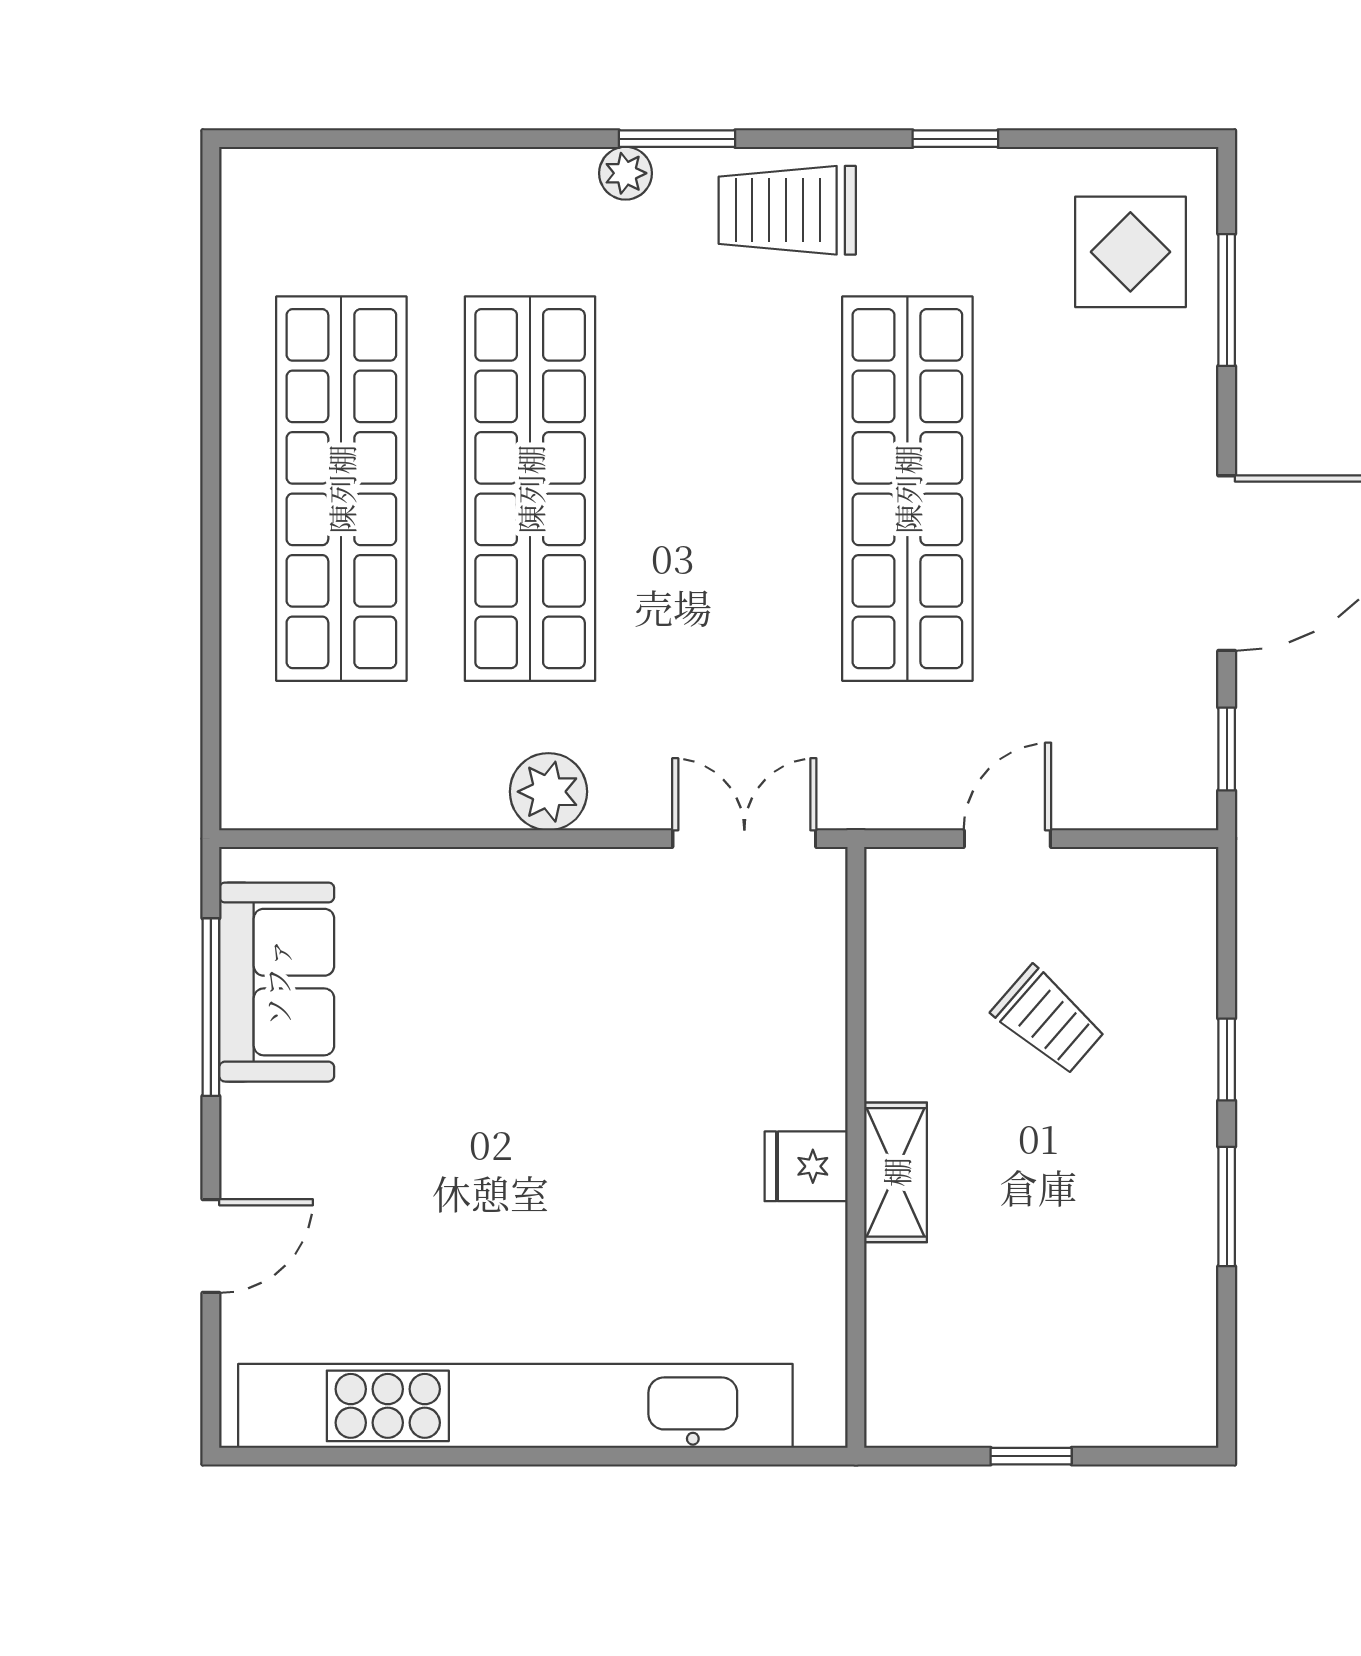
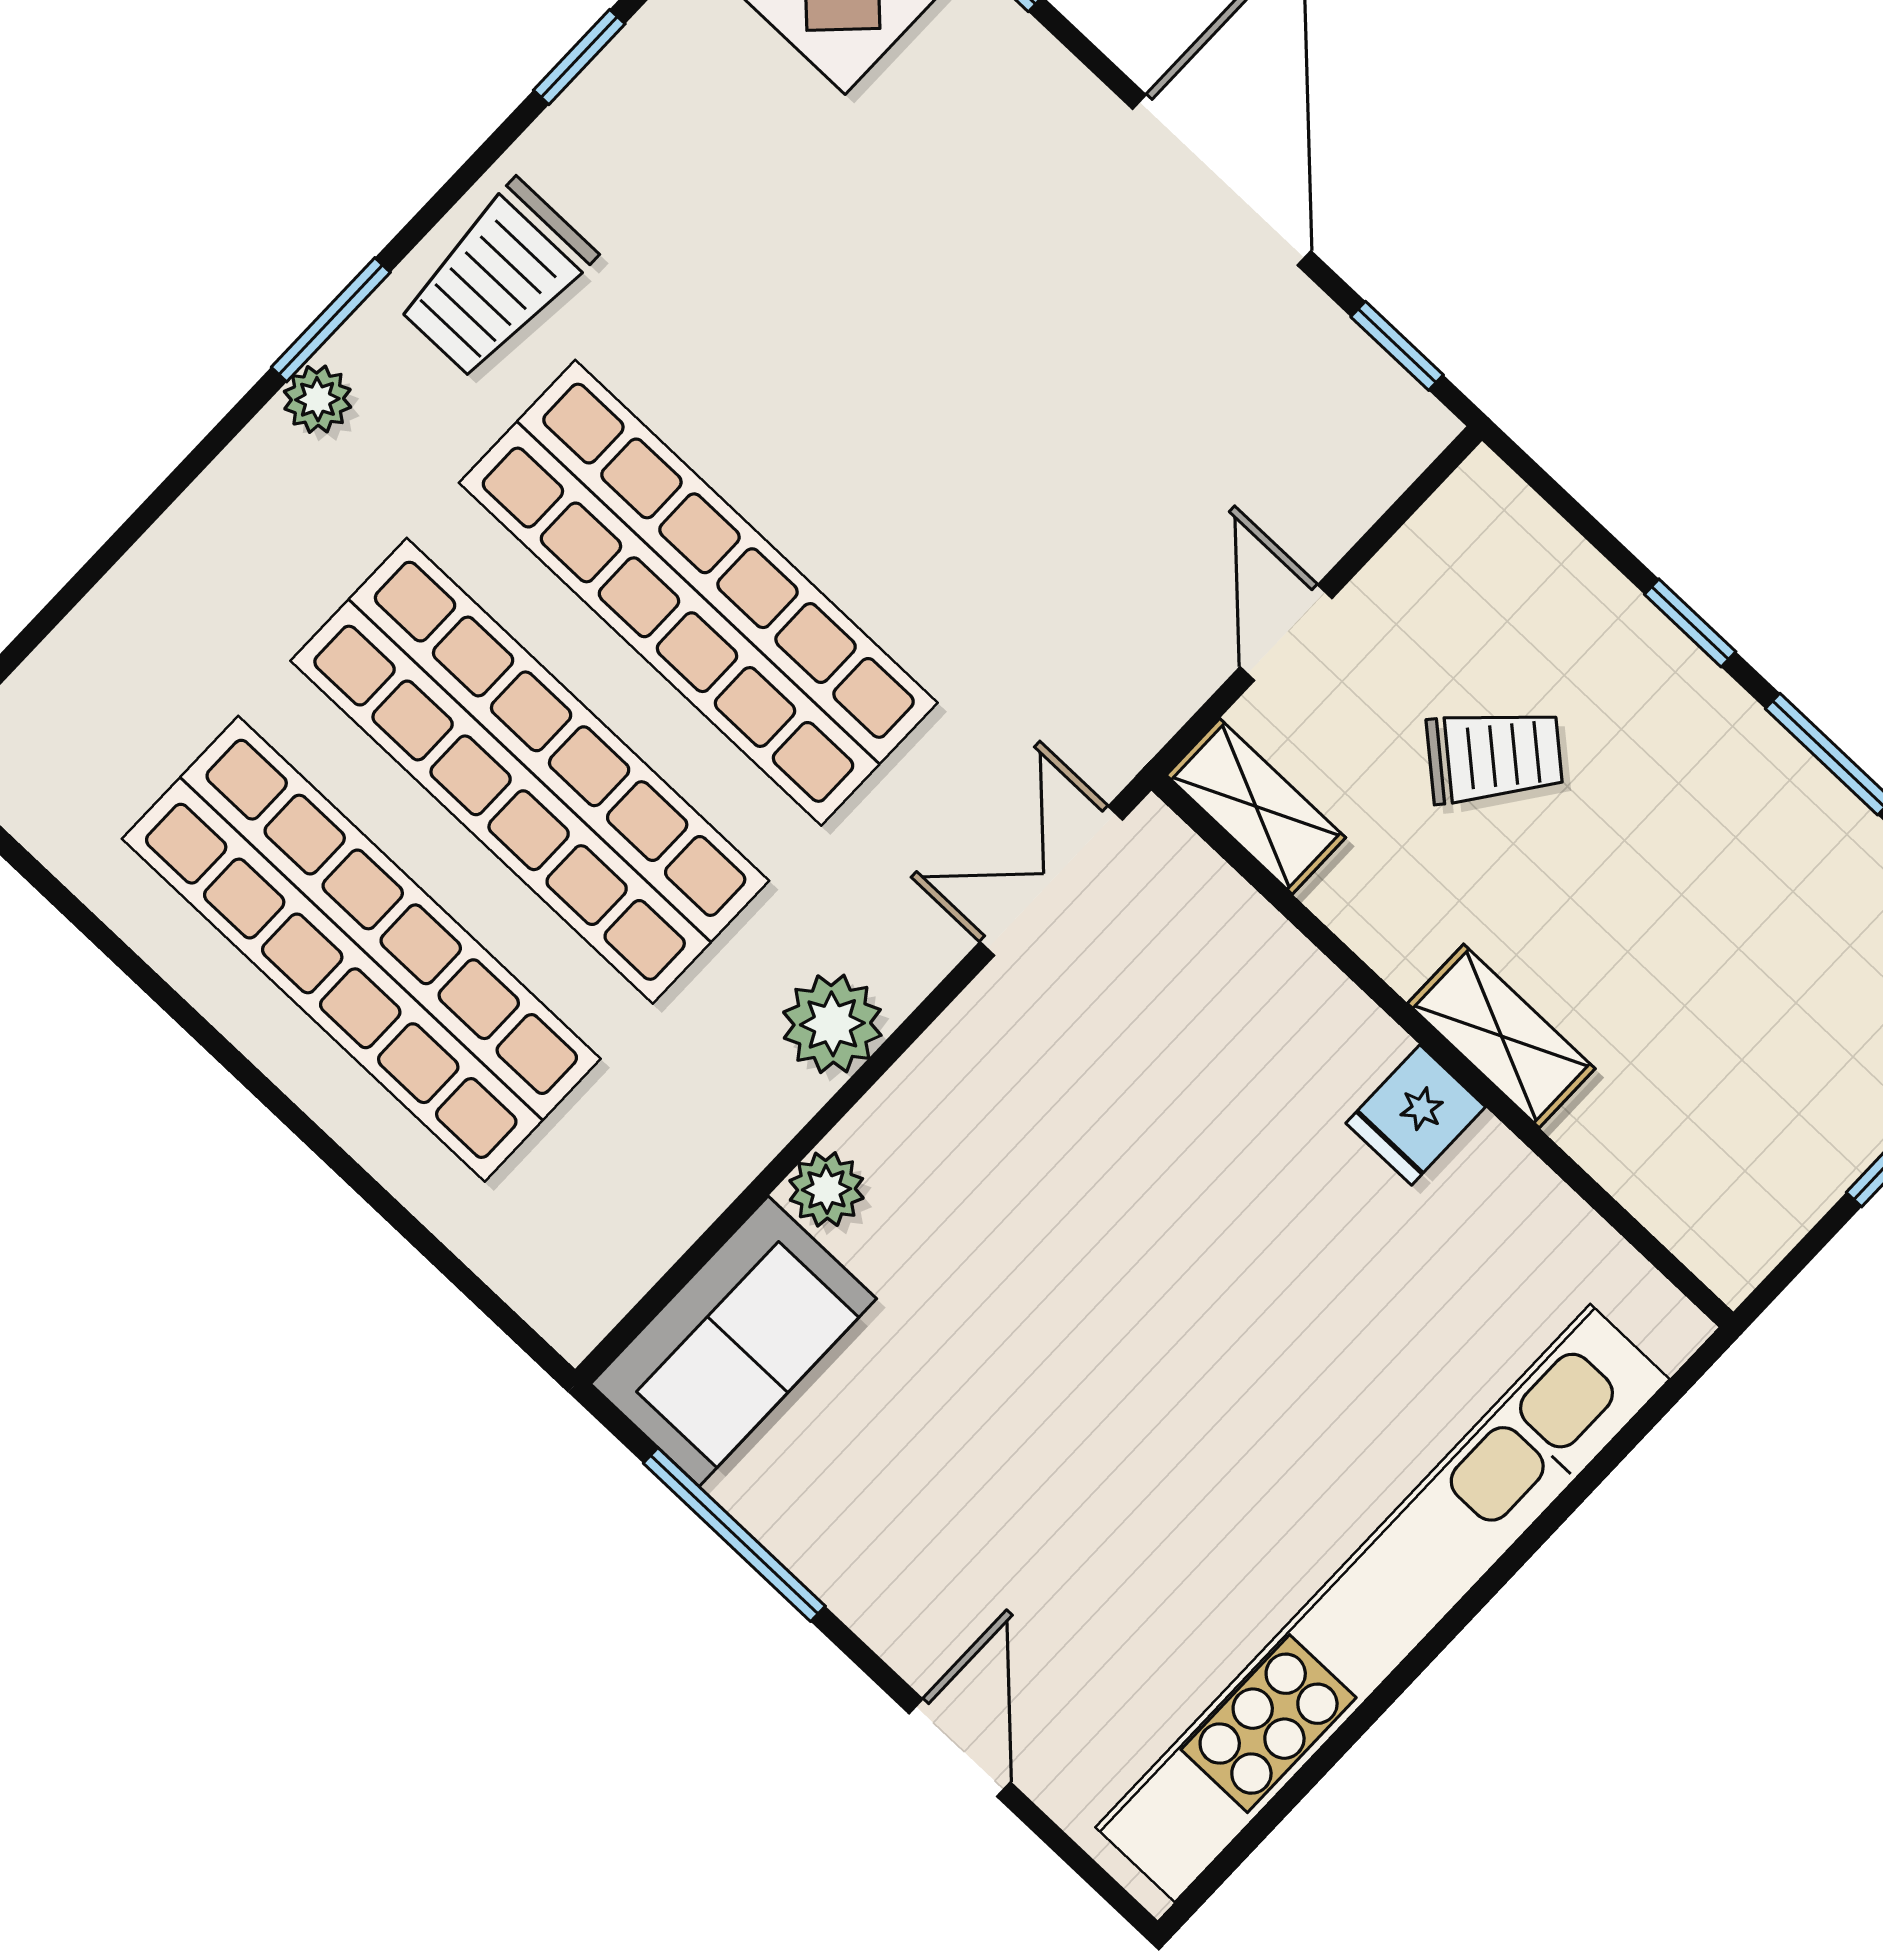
shop shelf: (907, 489) -> (698, 593), moved
plant: (453, 876) -> (826, 1189), added
shelving: (894, 914) -> (1256, 806), added
sofa: (277, 982) -> (734, 1341), moved, turned 90

